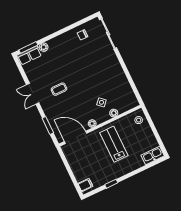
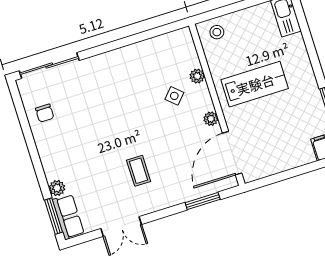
double door: (33, 94) -> (121, 227), moved
lab bench: (114, 144) -> (255, 84), turned 180

